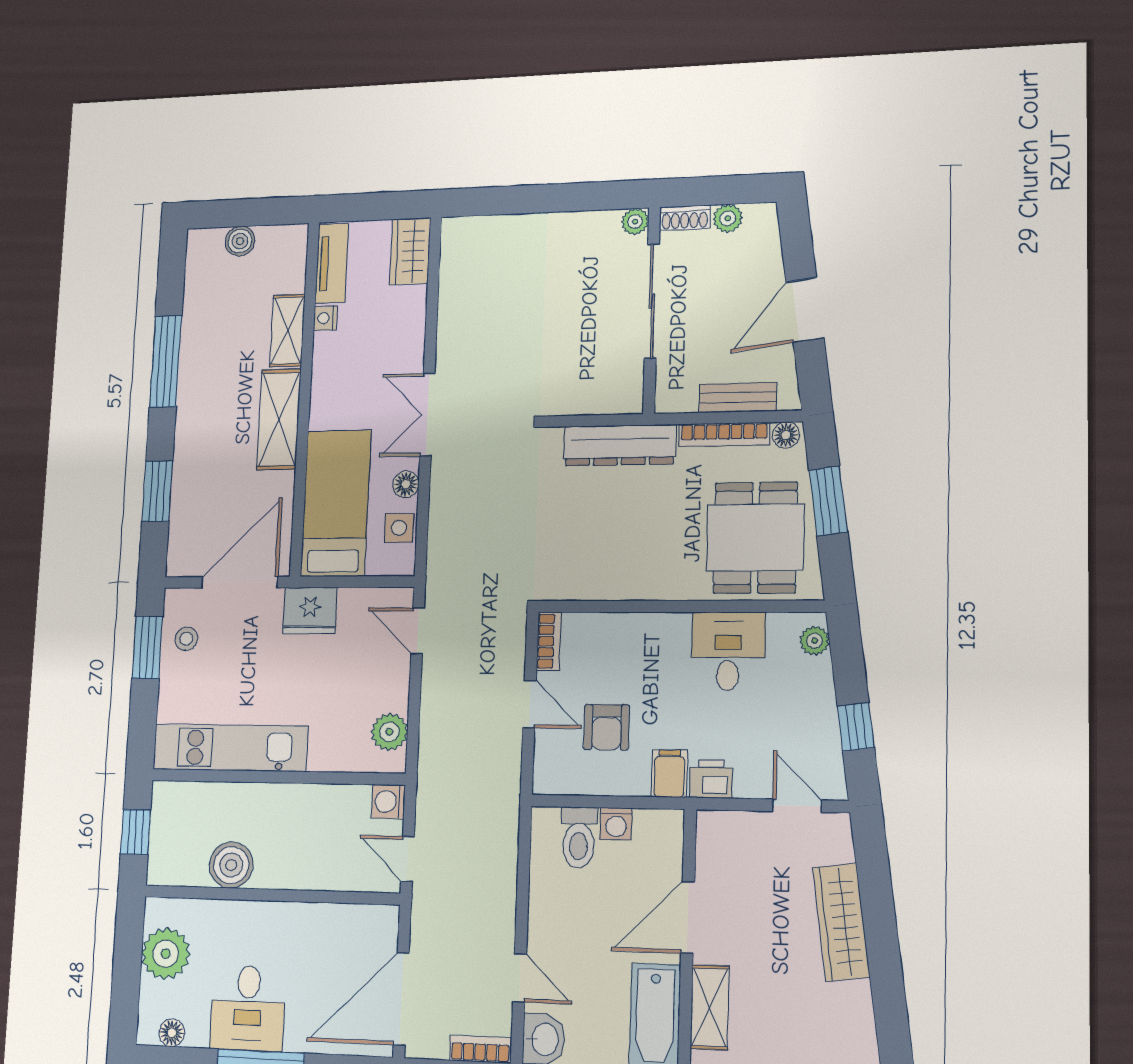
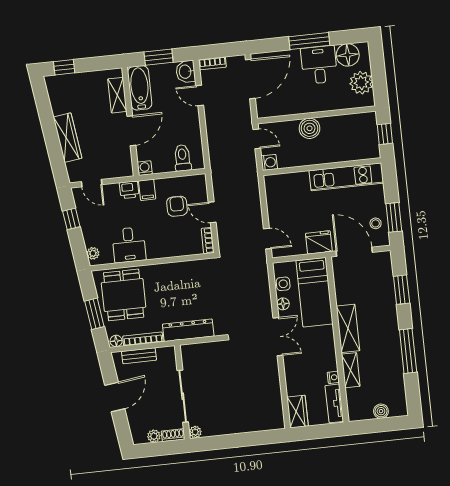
door: (240, 582) -> (354, 252), swing flipped
plant: (389, 732) -> (273, 193), removed
washing machine: (616, 824) -> (145, 168), moved
boiler: (231, 865) -> (310, 128), moved
floor lamp: (172, 1033) -> (348, 55), width x1.89, depth x1.89

